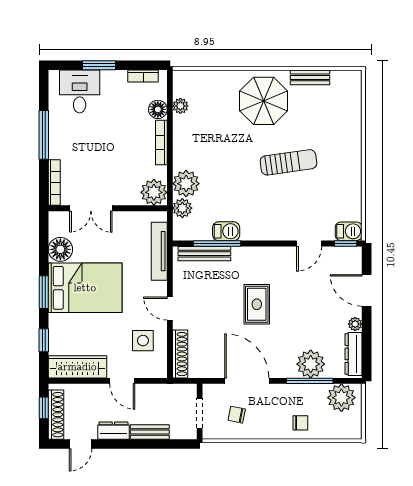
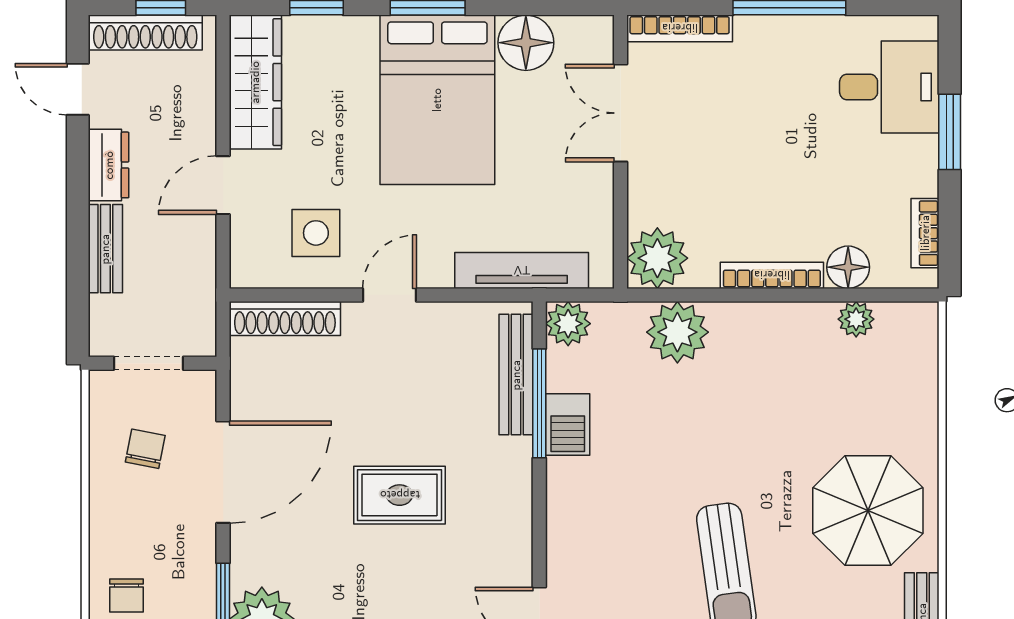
plant: (182, 208) -> (568, 324), moved

